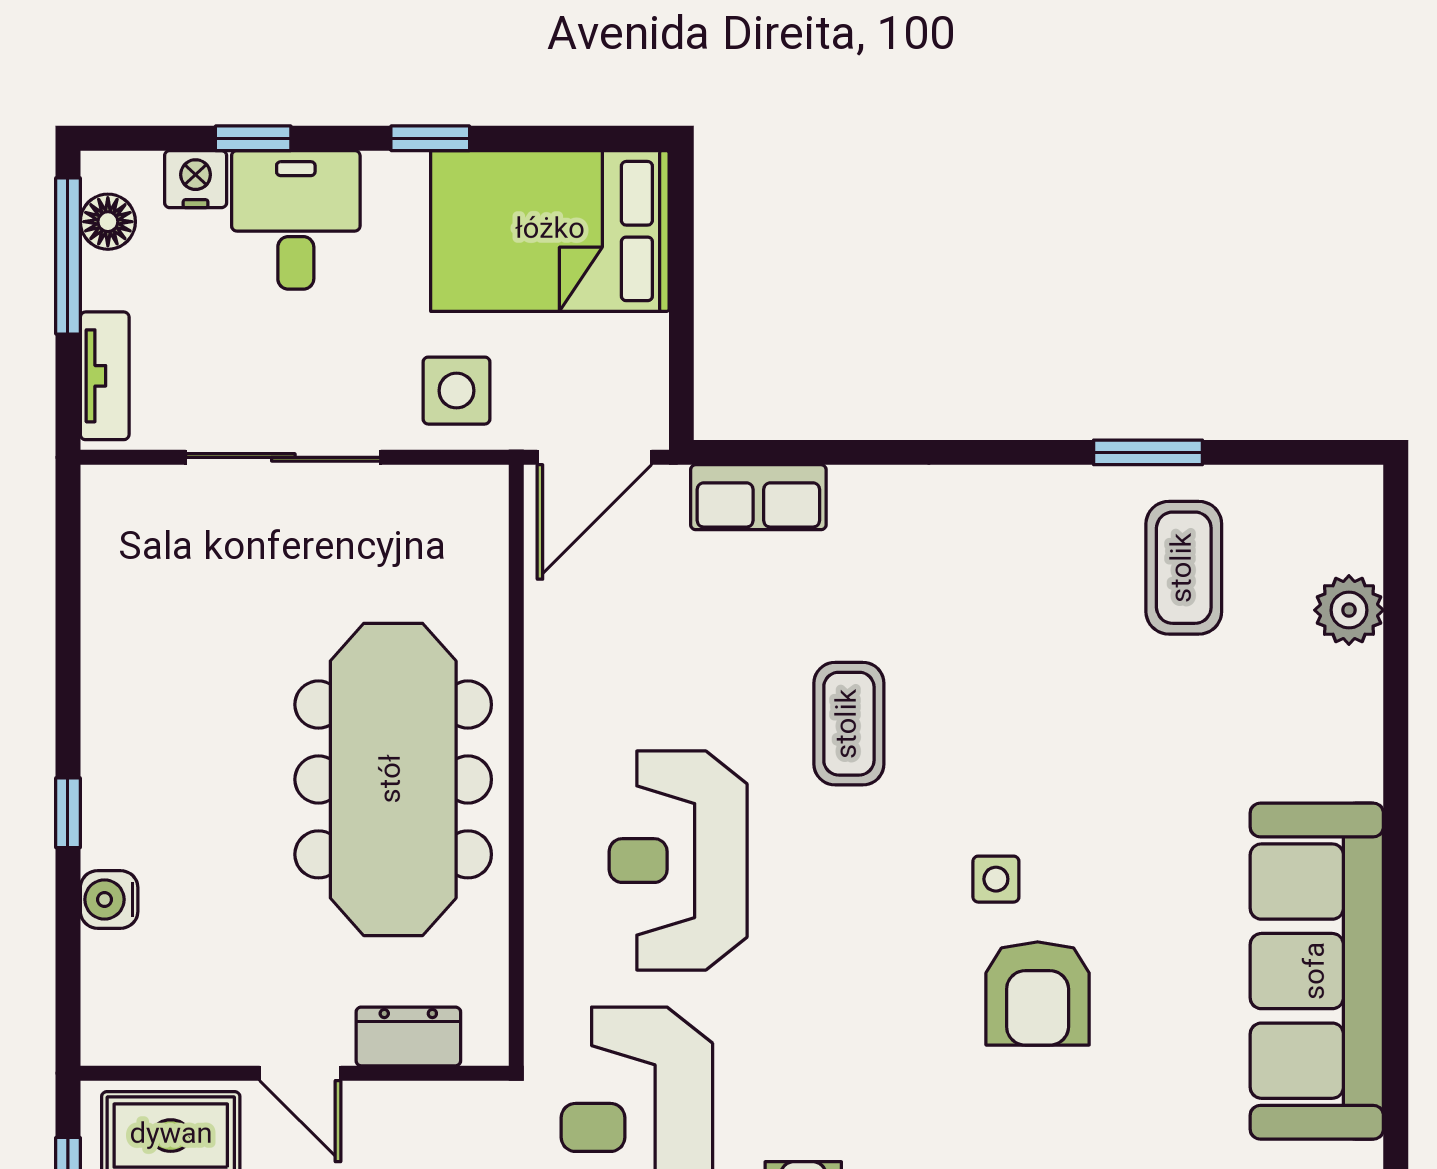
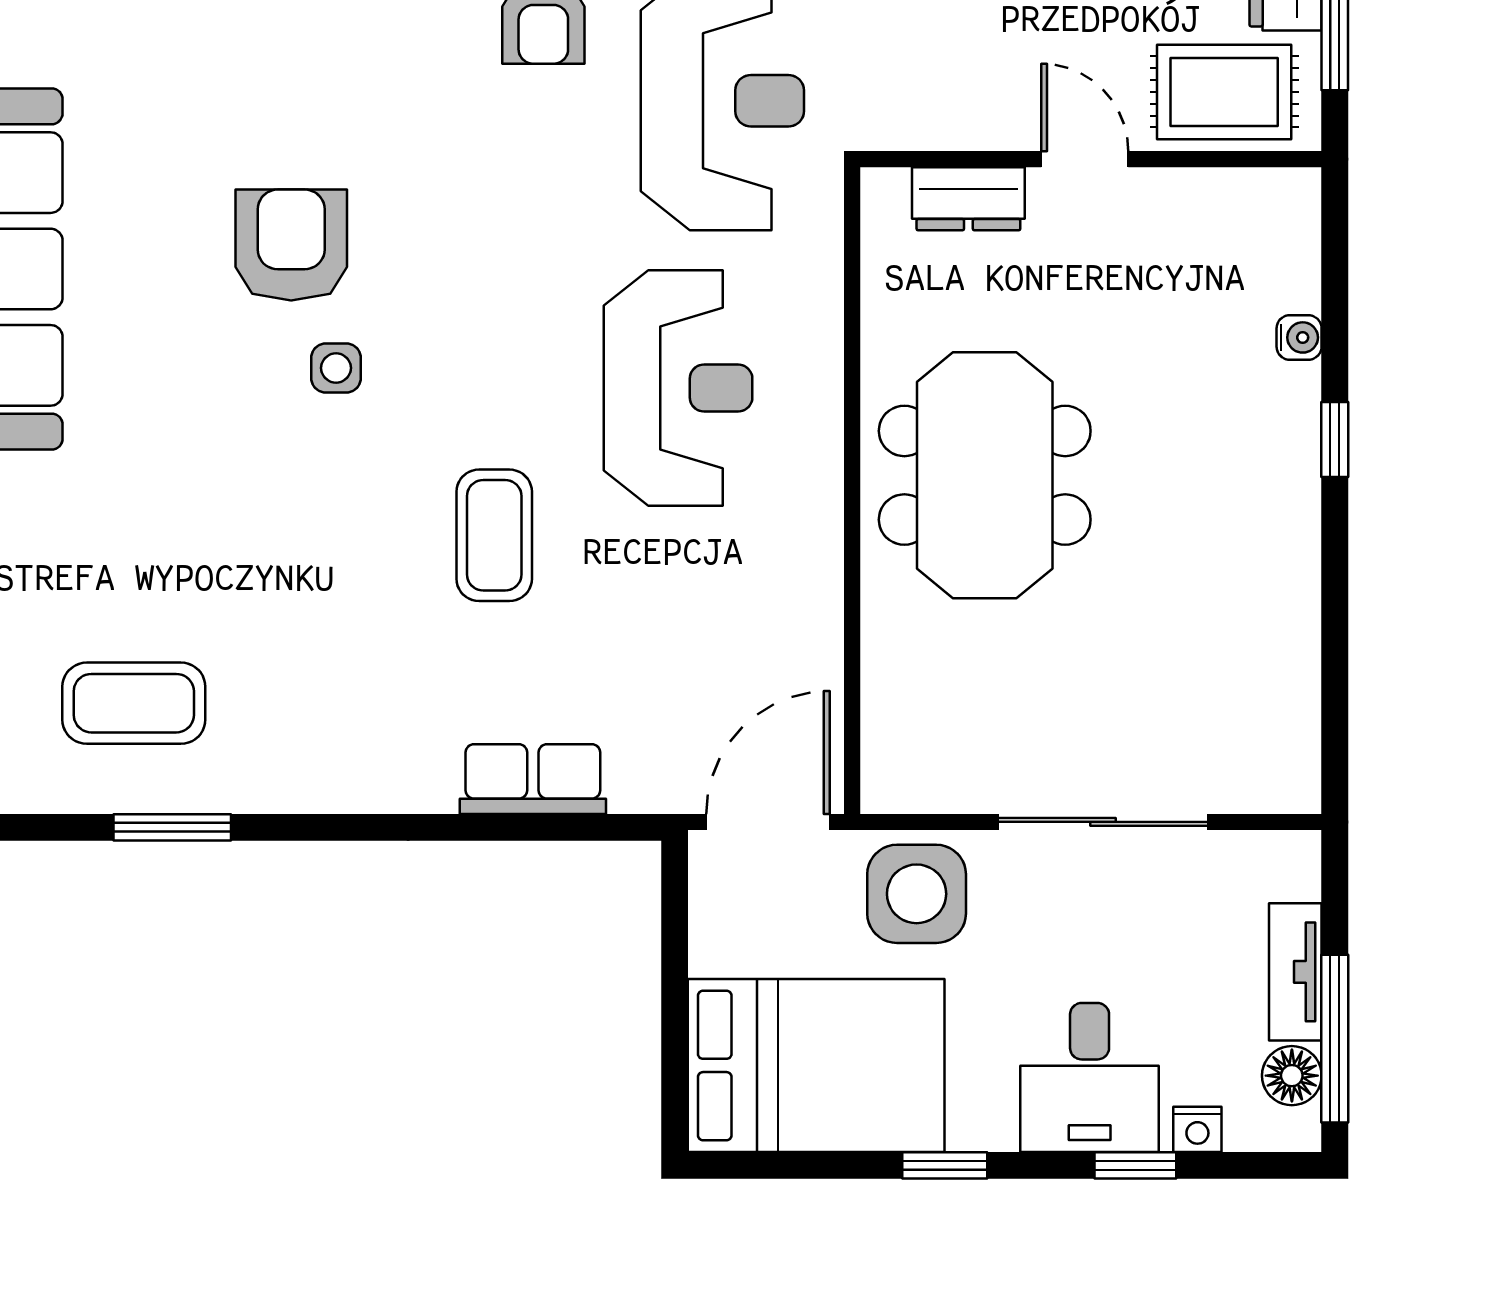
nightstand: (196, 179) -> (1197, 1129), width x0.72, depth x0.74
tv unit: (105, 376) -> (1295, 972), moved
side table: (456, 391) -> (917, 894), width x1.37, depth x1.37
row of seats: (758, 497) -> (533, 779), moved
coffee table: (1184, 568) -> (134, 703), turned 90
meeting table: (393, 779) -> (985, 475), width x0.73
water cooler: (109, 899) -> (1299, 337), width x0.72, depth x0.72

